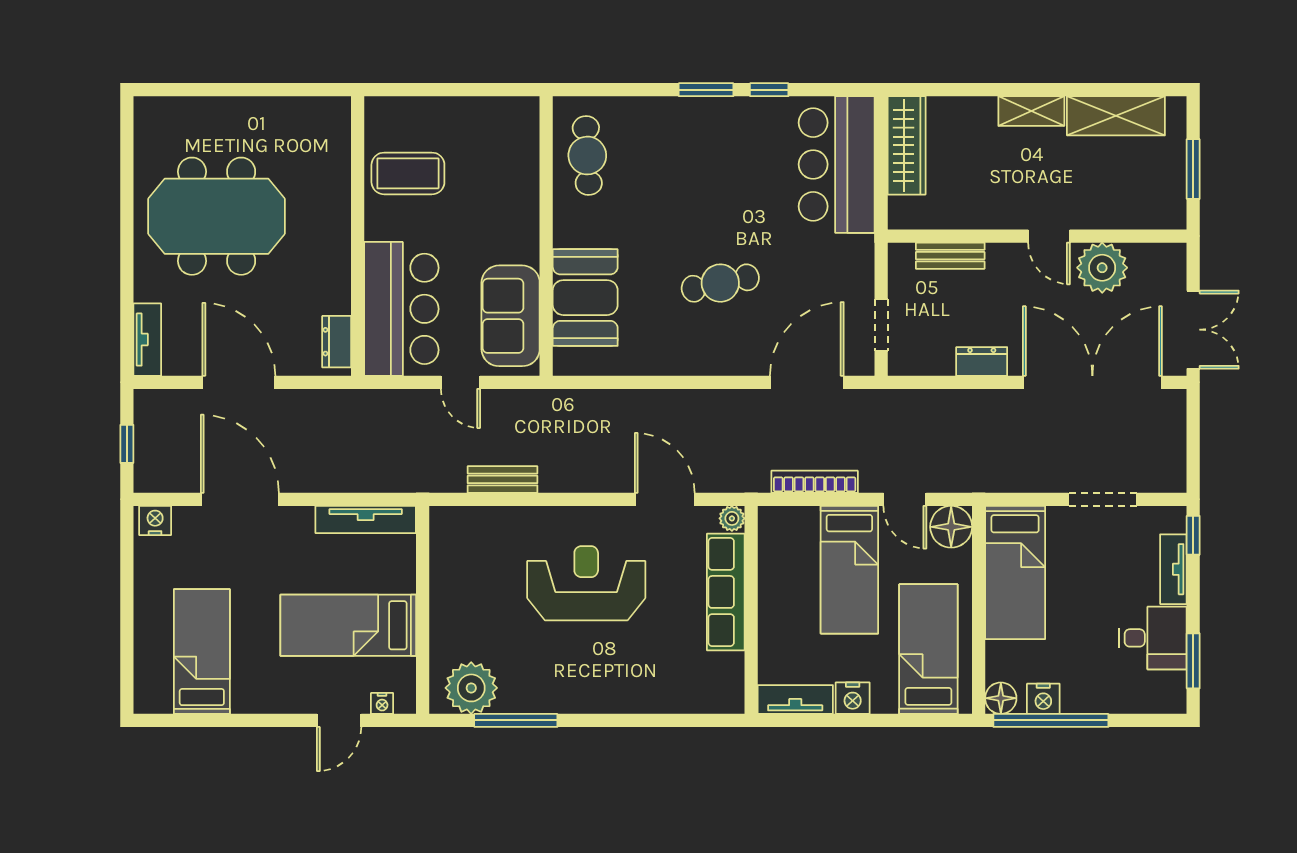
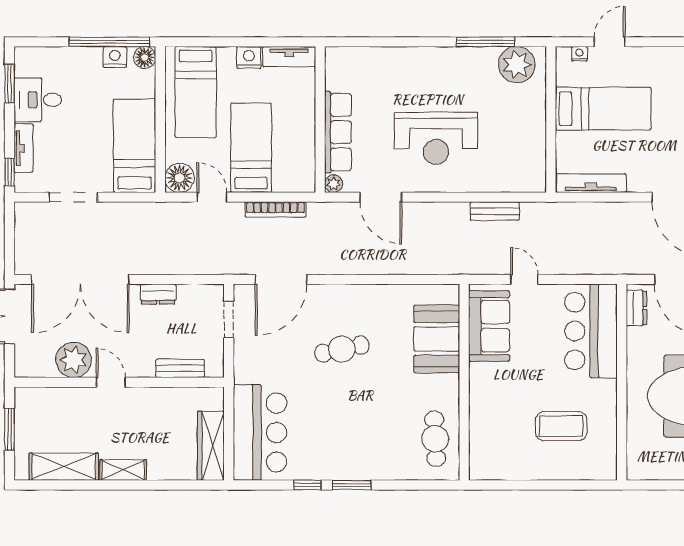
wall: (358, 236) -> (622, 382), moved
bar counter: (401, 309) -> (591, 331), moved
dresser: (337, 342) -> (636, 308), moved

